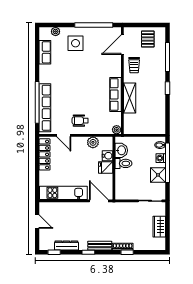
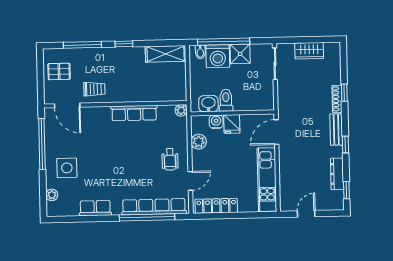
row of seats: (45, 52) -> (95, 208), moved
shelving: (130, 98) -> (166, 54), moved
washing machine: (161, 158) -> (218, 56), width x1.89, depth x1.89

